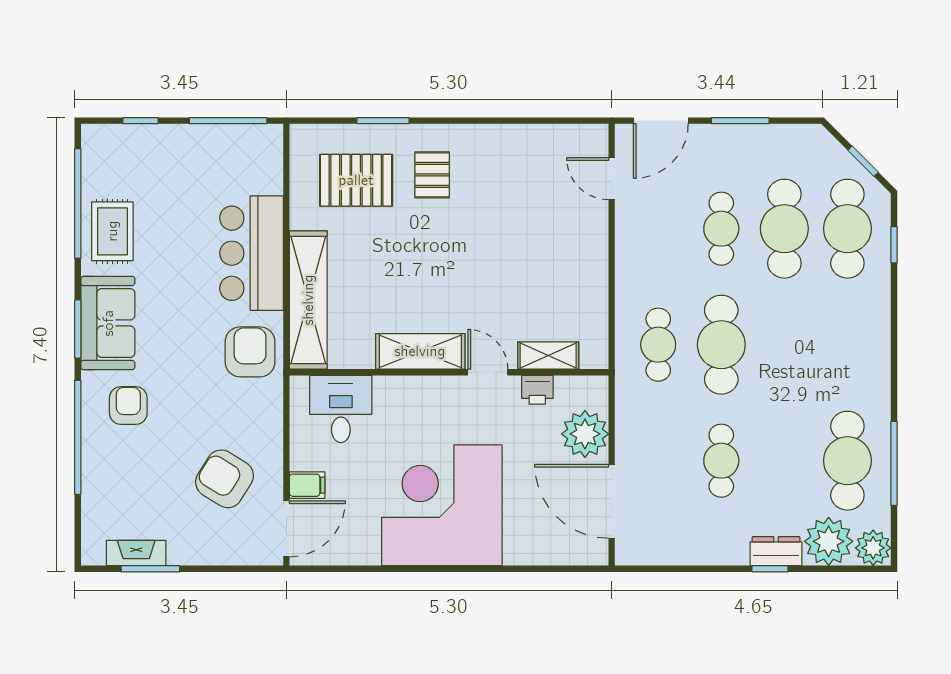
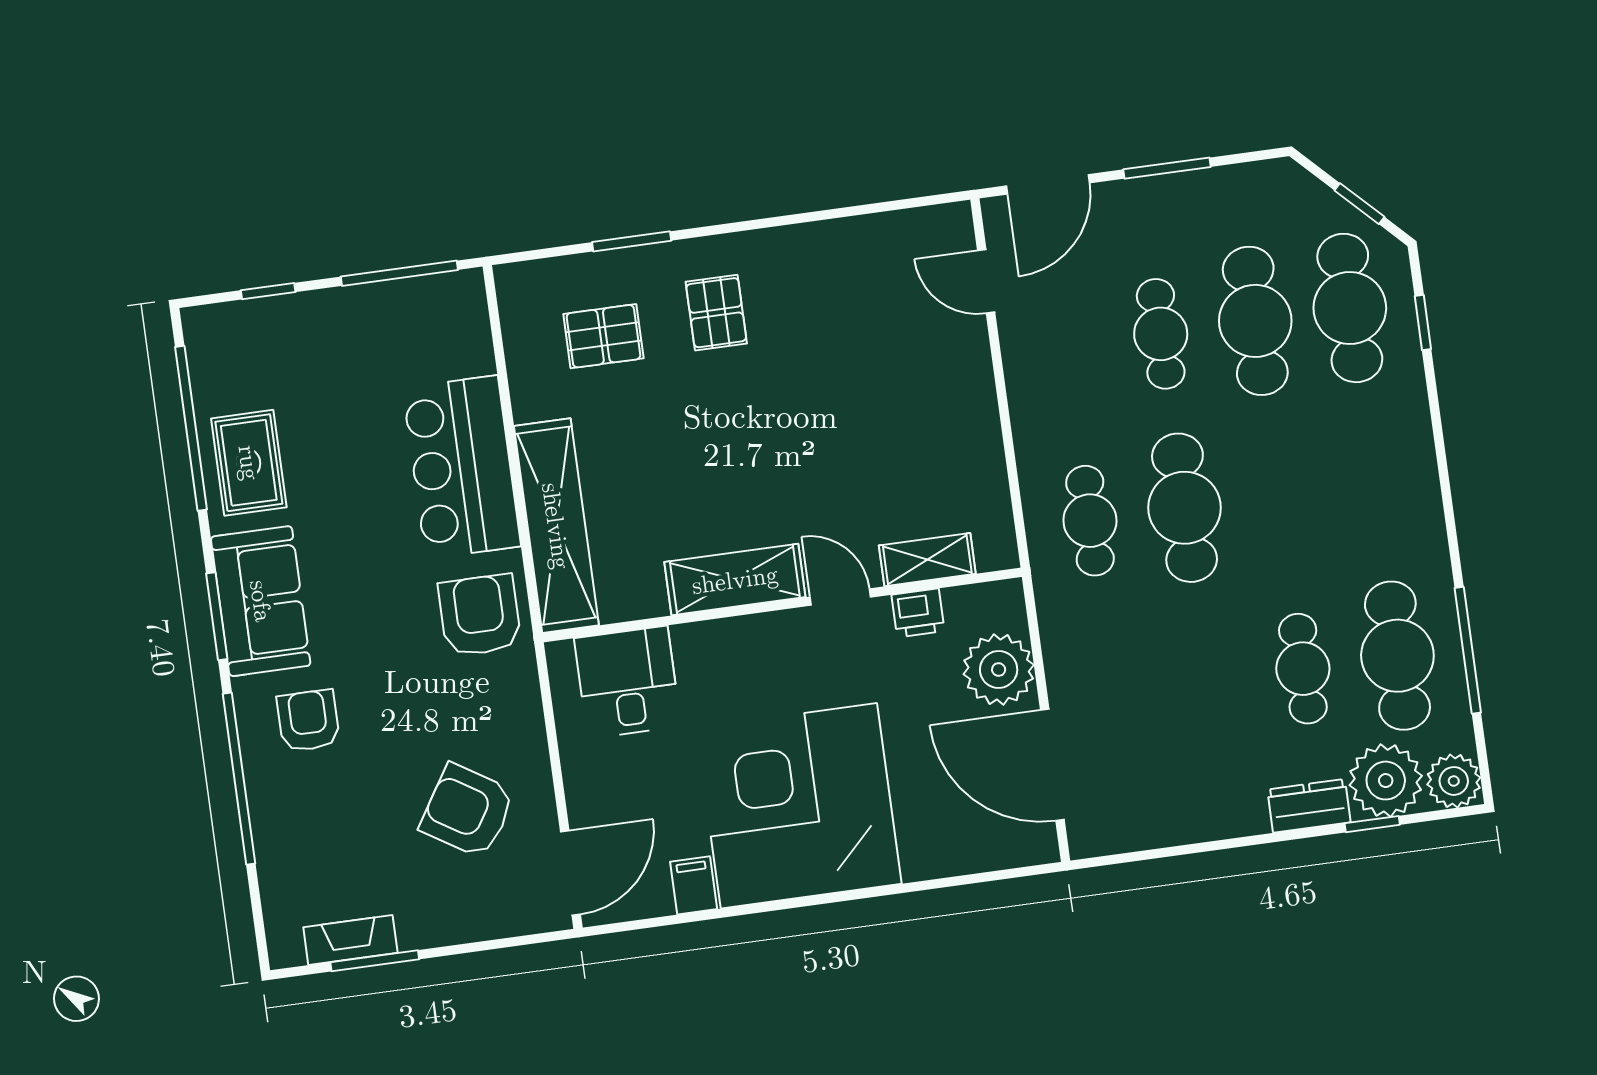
pallet: (356, 180) -> (603, 336), width x0.67, depth x0.71
cafe table: (721, 461) -> (1303, 669), moved
filing cabinet: (307, 485) -> (694, 885), moved, turned -90
window: (770, 569) -> (1372, 824), moved

